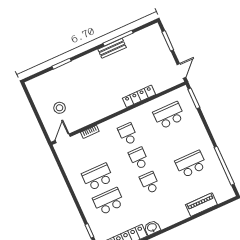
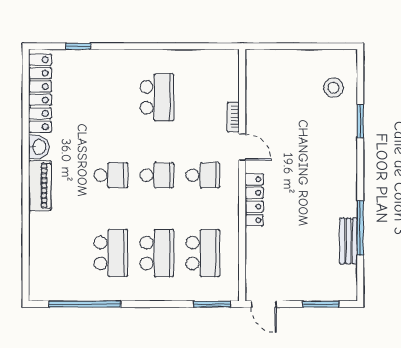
bench: (112, 48) -> (349, 241), moved
locker: (139, 96) -> (254, 200), moved
stool: (60, 108) -> (334, 88), moved
door: (63, 138) -> (242, 147), moved
school desk: (109, 201) -> (157, 253), moved
piano: (201, 205) -> (40, 186), moved

